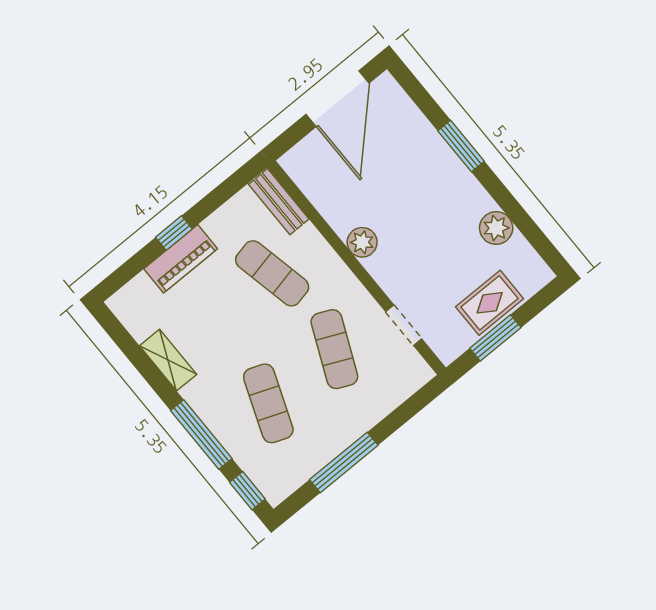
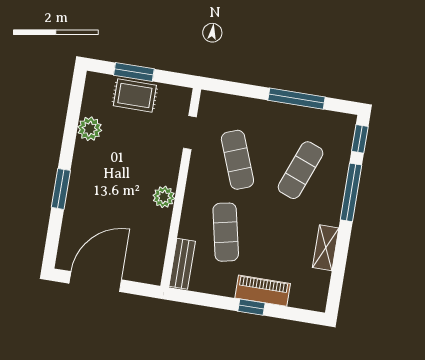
window: (495, 338) -> (134, 72), moved
exercise mat: (334, 349) -> (237, 160), turned -45

